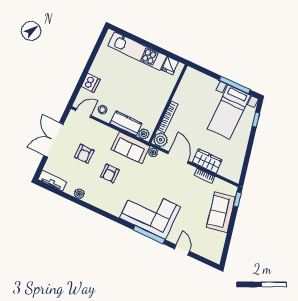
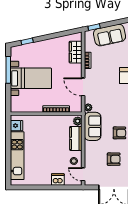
bed with nightstands: (229, 112) -> (31, 78), moved
plant: (161, 140) -> (76, 106), removed
door: (178, 157) -> (83, 87), hinge flipped
wardrobe: (207, 161) -> (76, 52), moved

